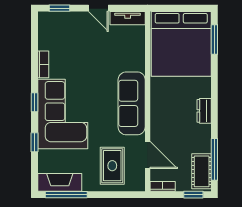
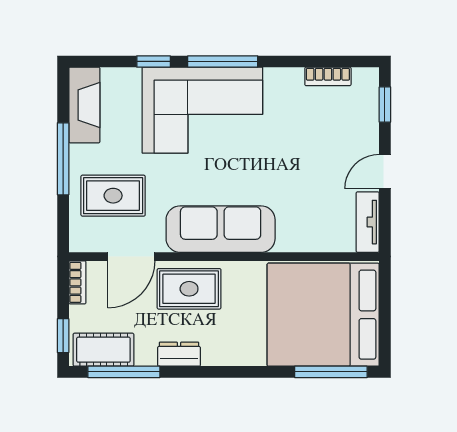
window: (214, 39) -> (331, 372), width x1.44
bookcase: (43, 64) -> (328, 76), moved
window: (34, 102) -> (223, 61), width x2.17
dresser: (204, 111) -> (179, 354), moved
rug: (166, 122) -> (189, 289), added
window: (66, 195) -> (63, 159), moved

